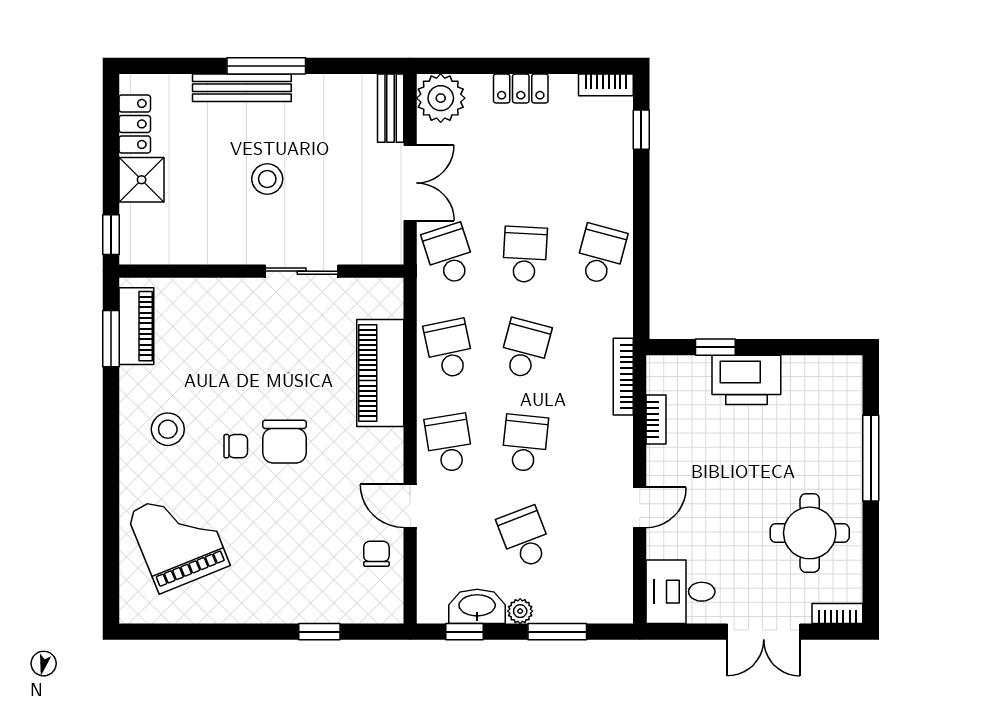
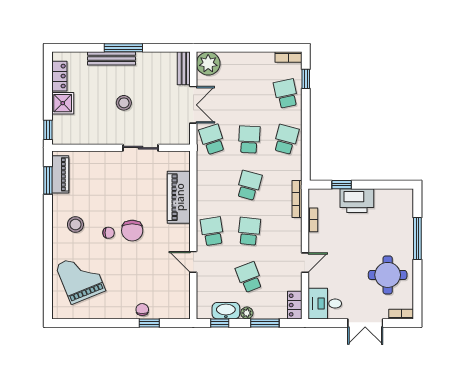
locker: (521, 88) -> (295, 305), moved, turned 90
school desk: (449, 349) -> (286, 94), moved
chair: (376, 554) -> (142, 310), moved

